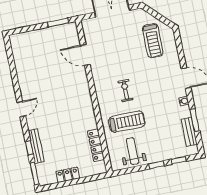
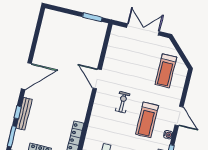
door: (85, 55) -> (97, 79), moved
door: (21, 109) -> (26, 76), width x1.87
treadmill: (127, 122) -> (147, 120), moved, turned 90

